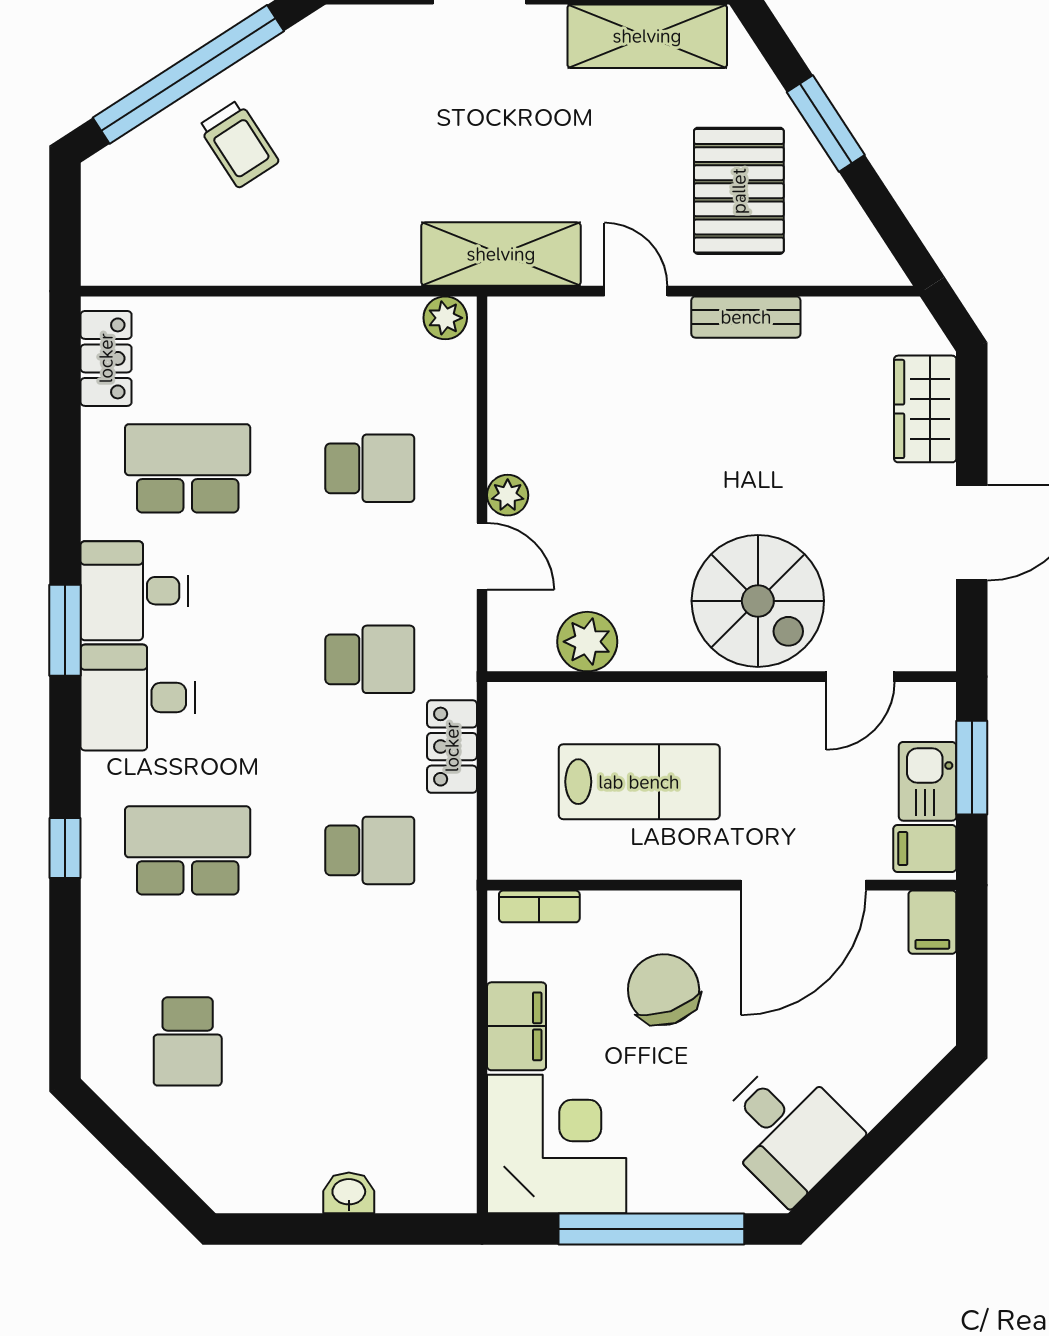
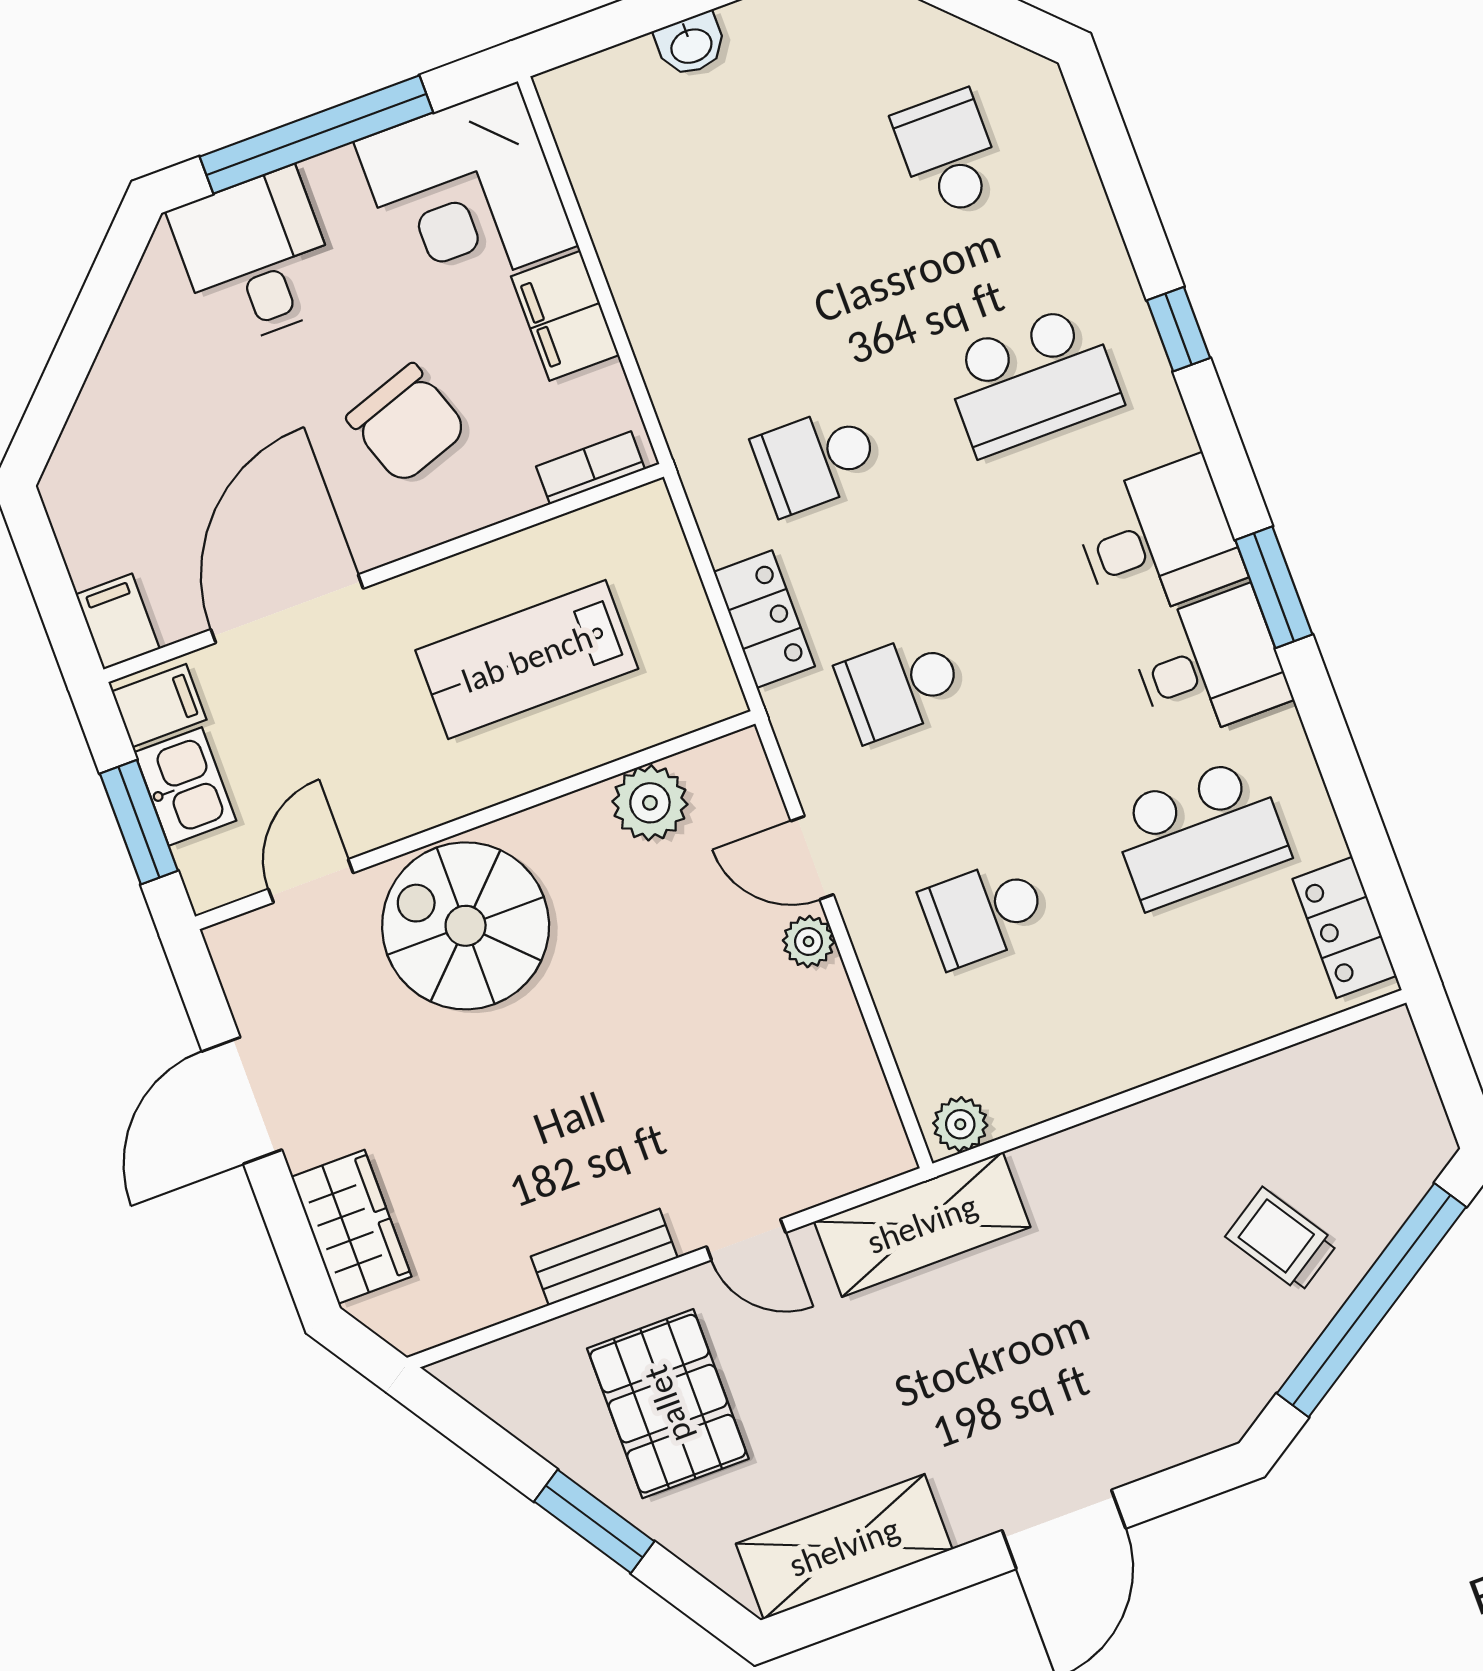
desk: (787, 1131) -> (256, 258), moved, turned 45

